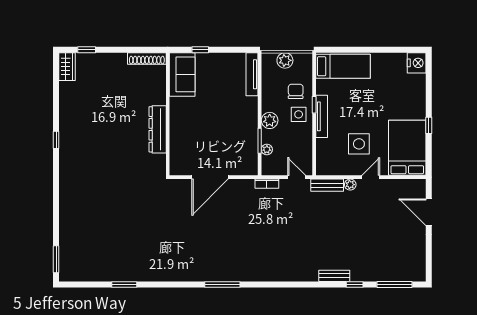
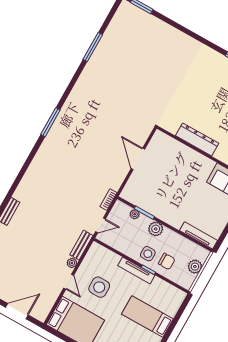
bed: (343, 66) -> (147, 316), moved, turned 90
door: (210, 177) -> (138, 159), width x0.73
window: (124, 285) -> (93, 47), width x1.44

